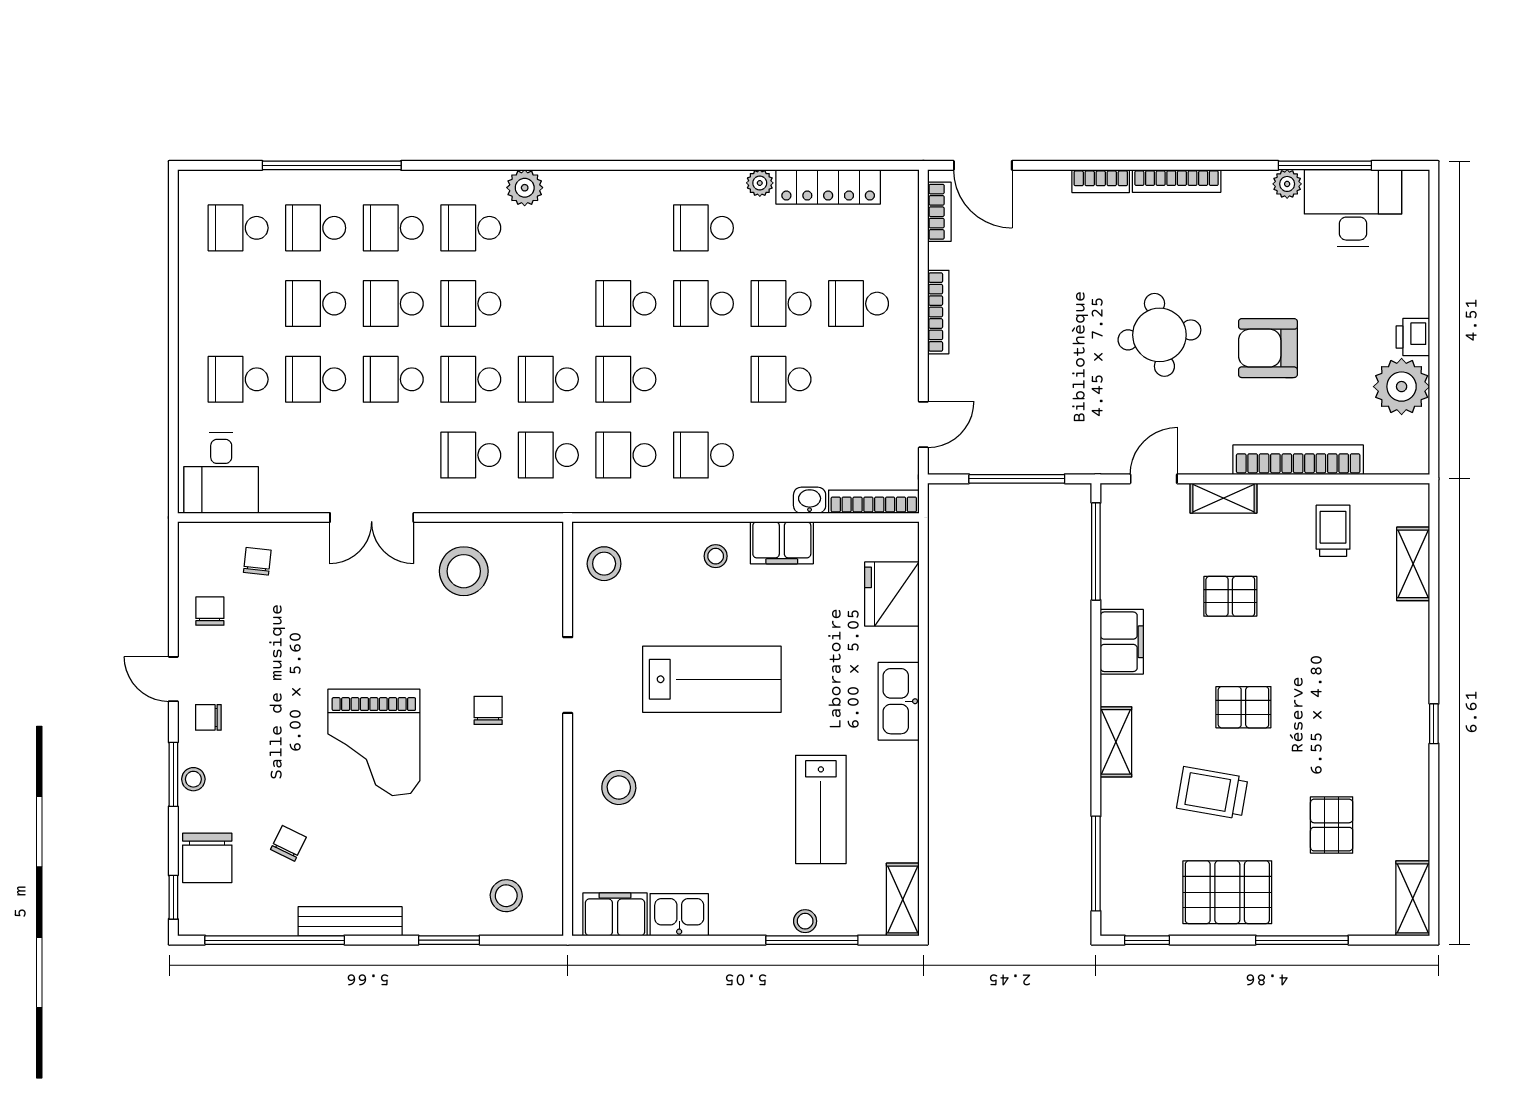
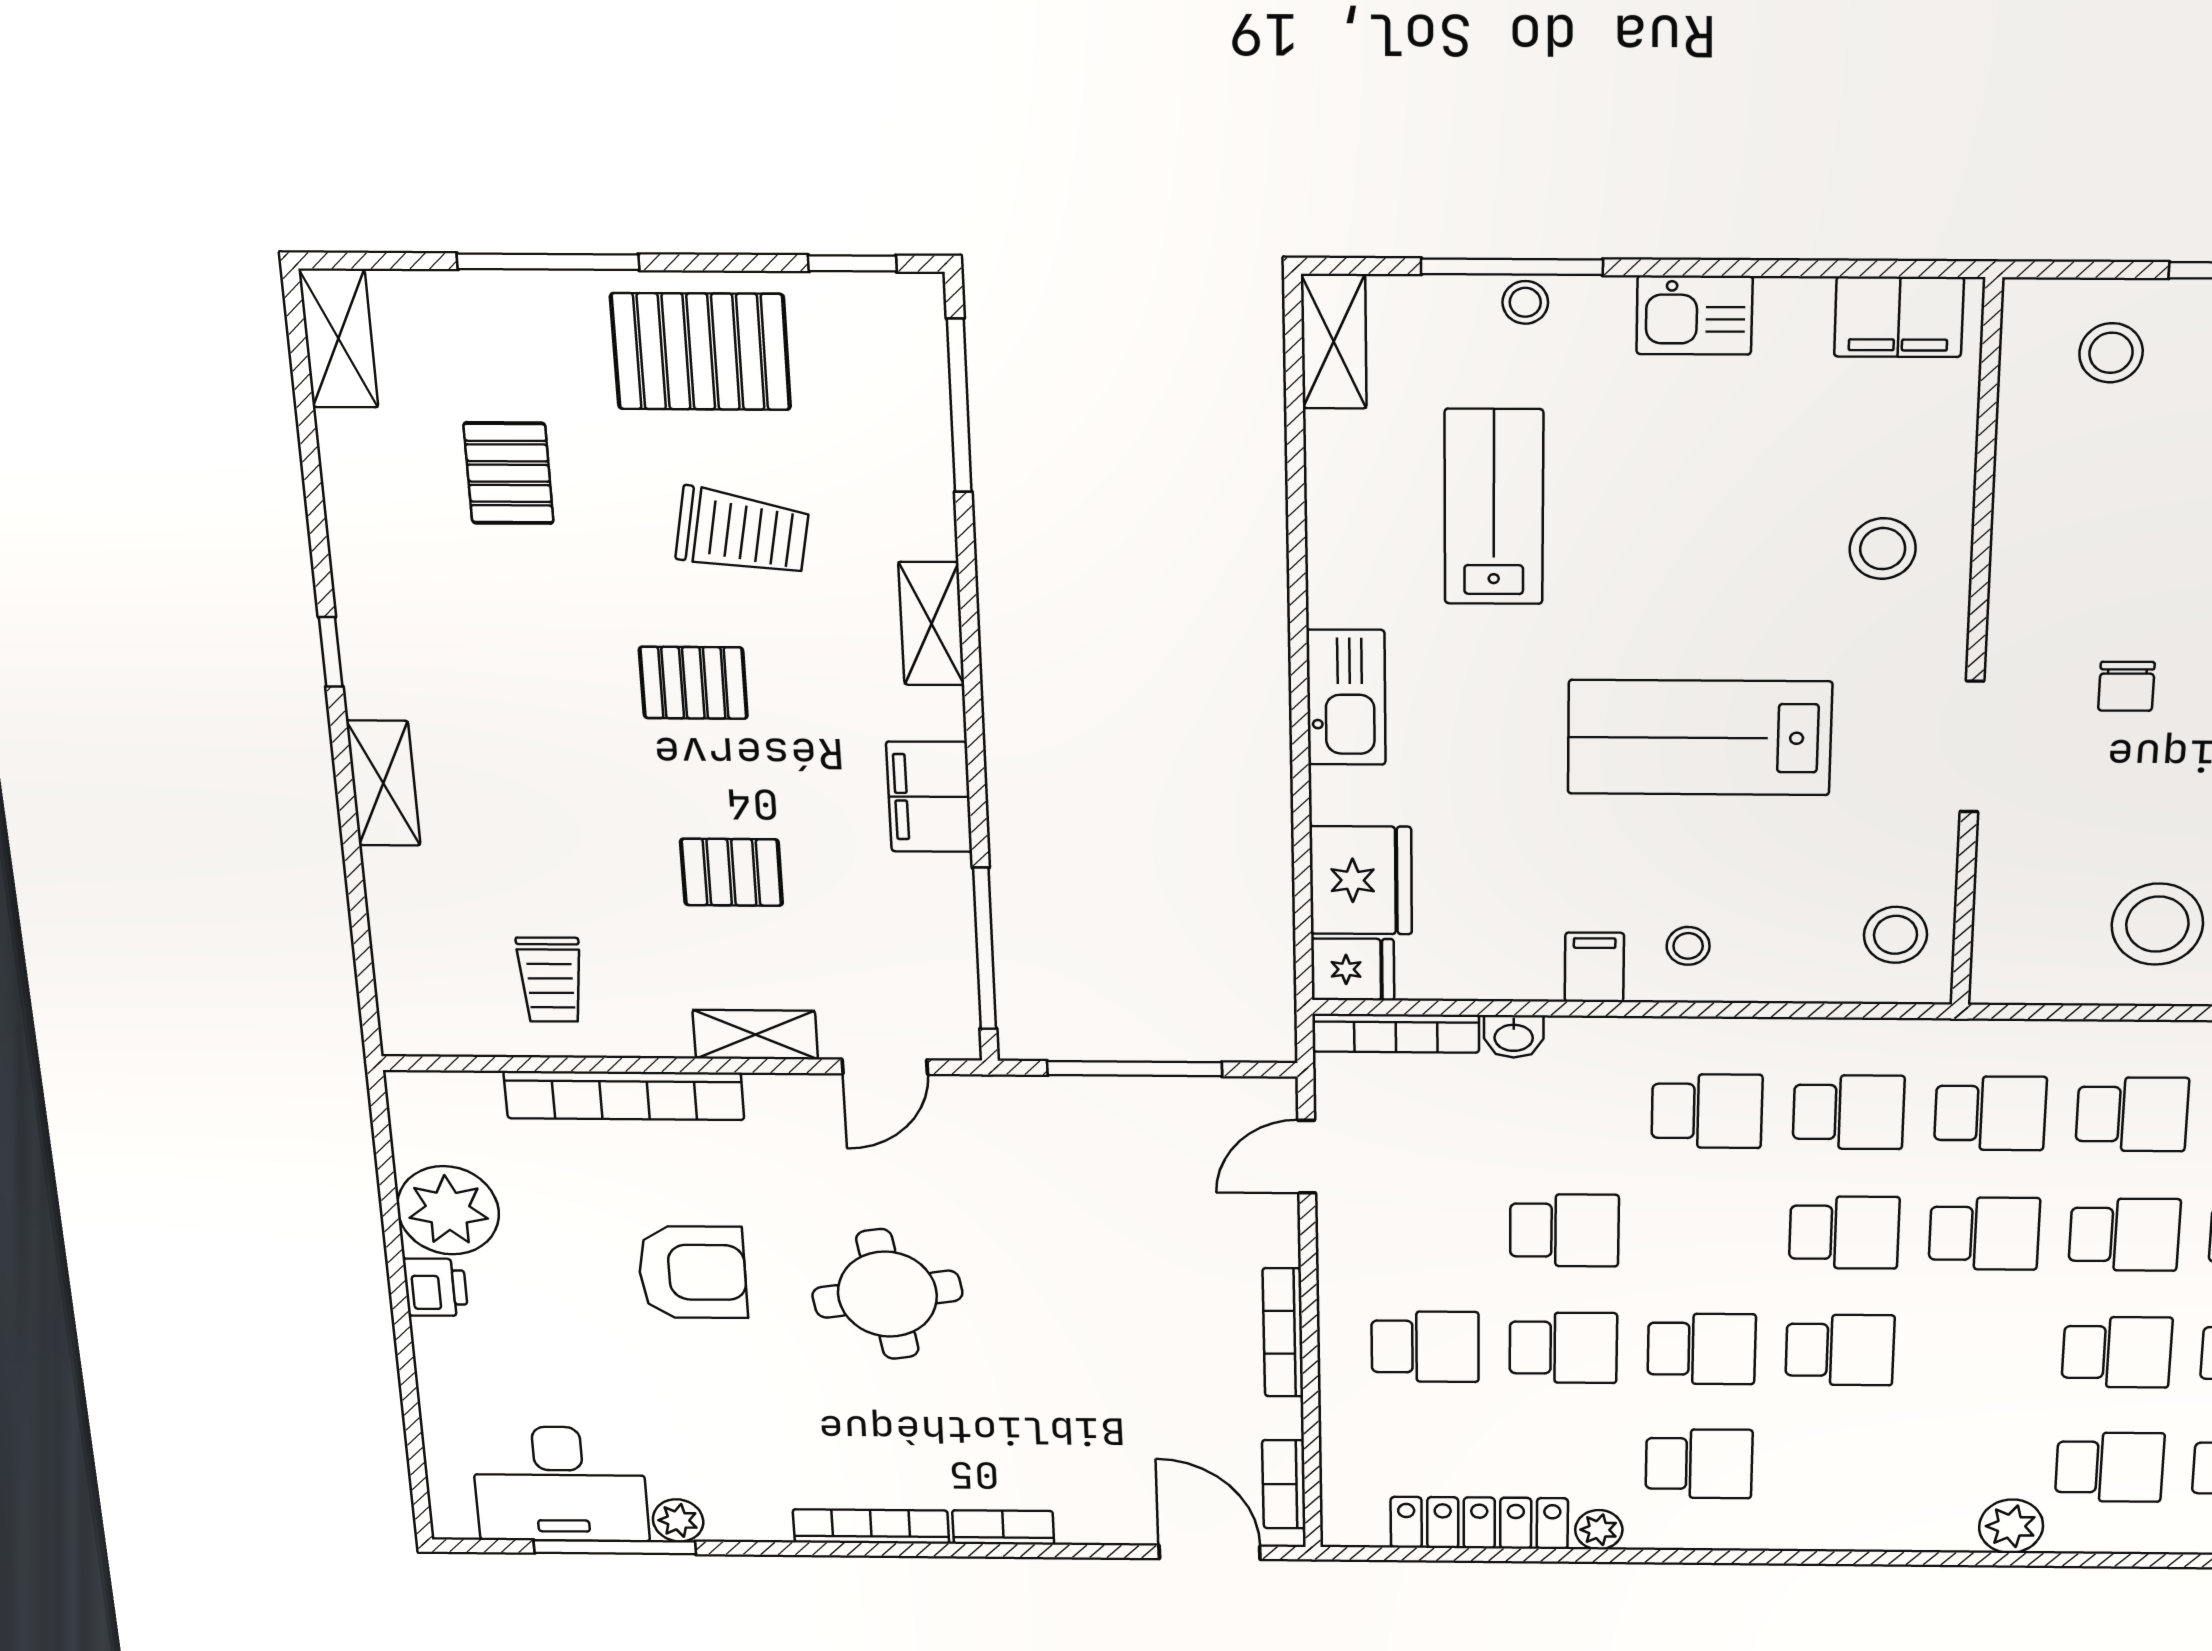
fridge: (897, 540) -> (1353, 969), added
filing cabinet: (782, 543) -> (1594, 967), width x0.50
shelving: (1413, 564) -> (383, 783), moved
kitchen sink: (679, 915) -> (1694, 315), moved

